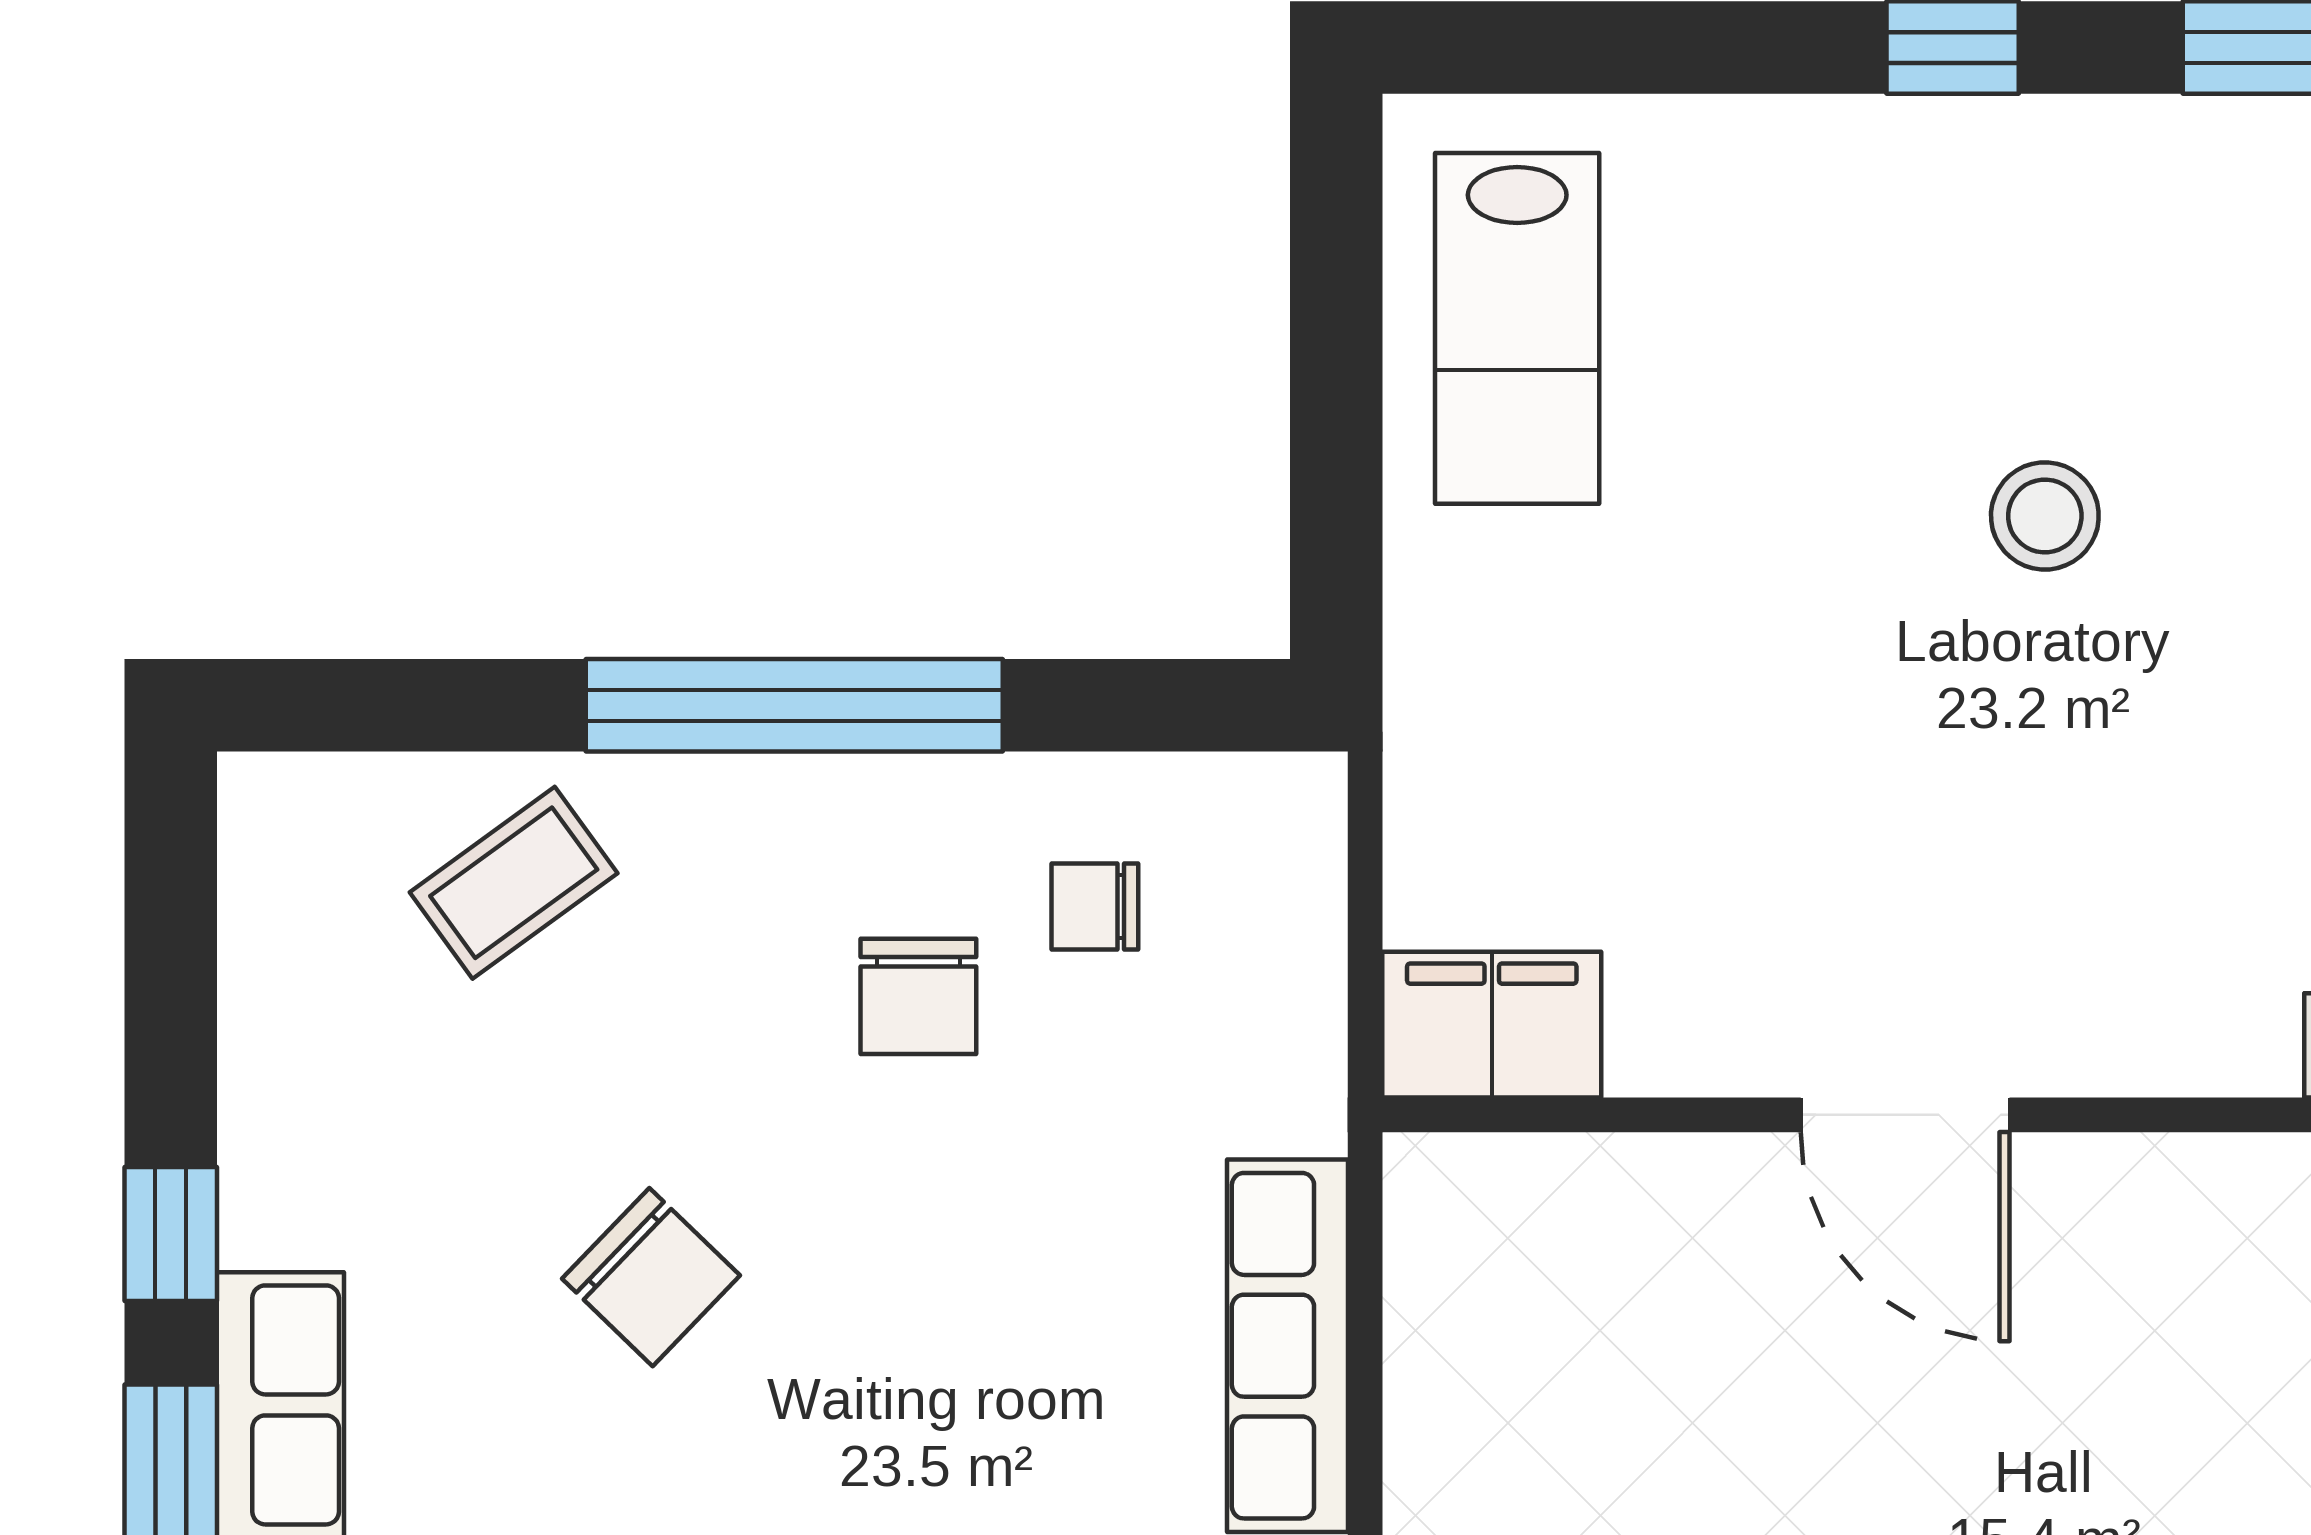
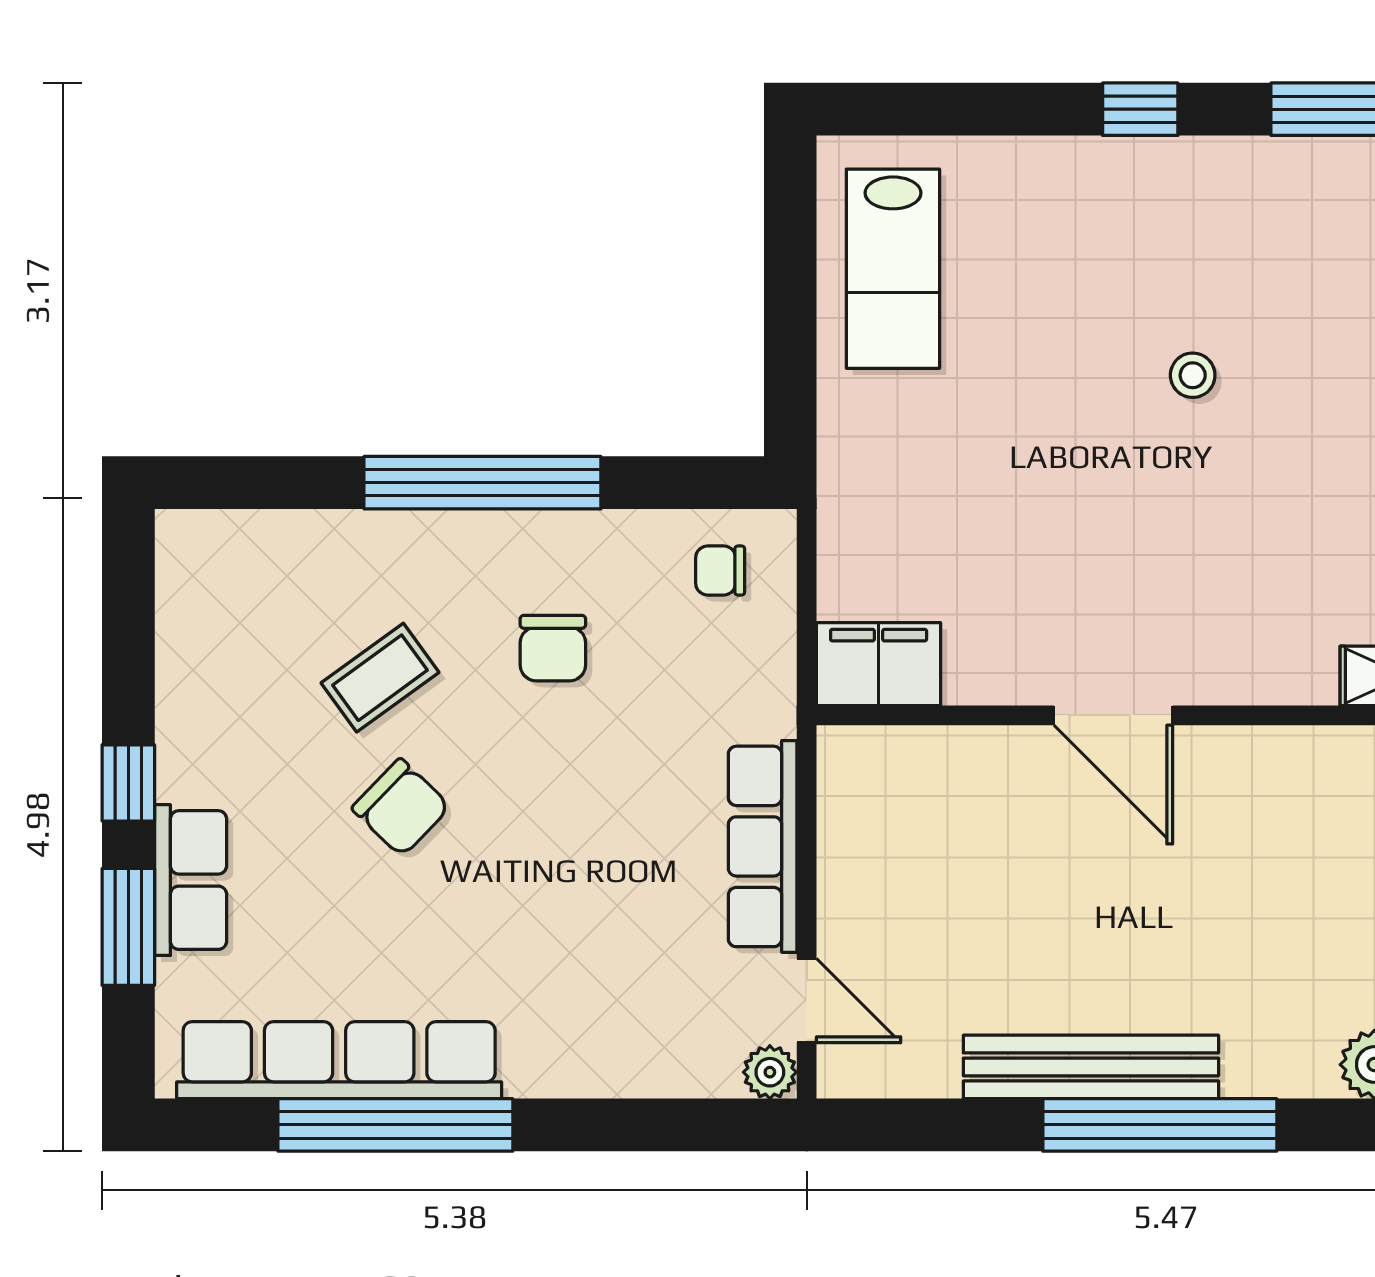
stool: (2045, 516) -> (1193, 375), width x0.73, depth x0.73
coffee table: (514, 883) -> (380, 678), moved
chair: (1095, 906) -> (720, 571), moved

